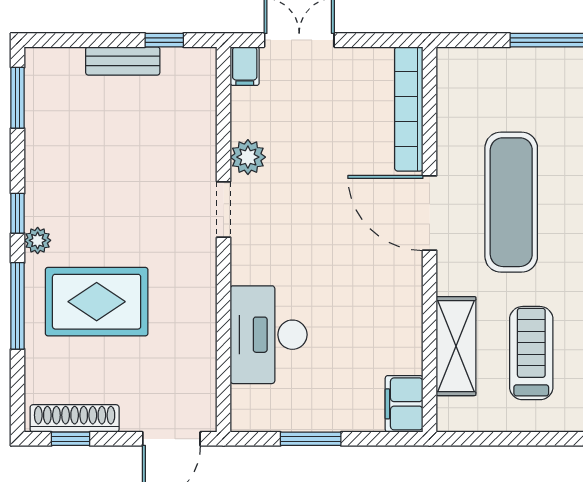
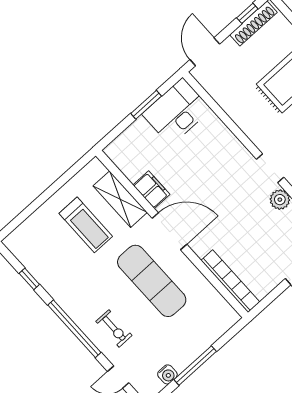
door: (430, 213) -> (169, 231), moved
desk: (269, 335) -> (177, 112), moved, turned -90
filing cabinet: (404, 404) -> (151, 190), moved

